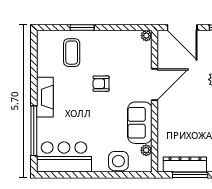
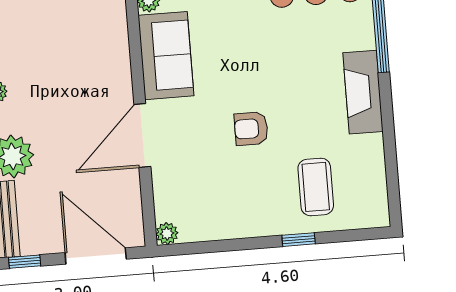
window: (82, 27) -> (299, 240), width x0.67
armchair: (101, 84) -> (251, 129), turned 180

